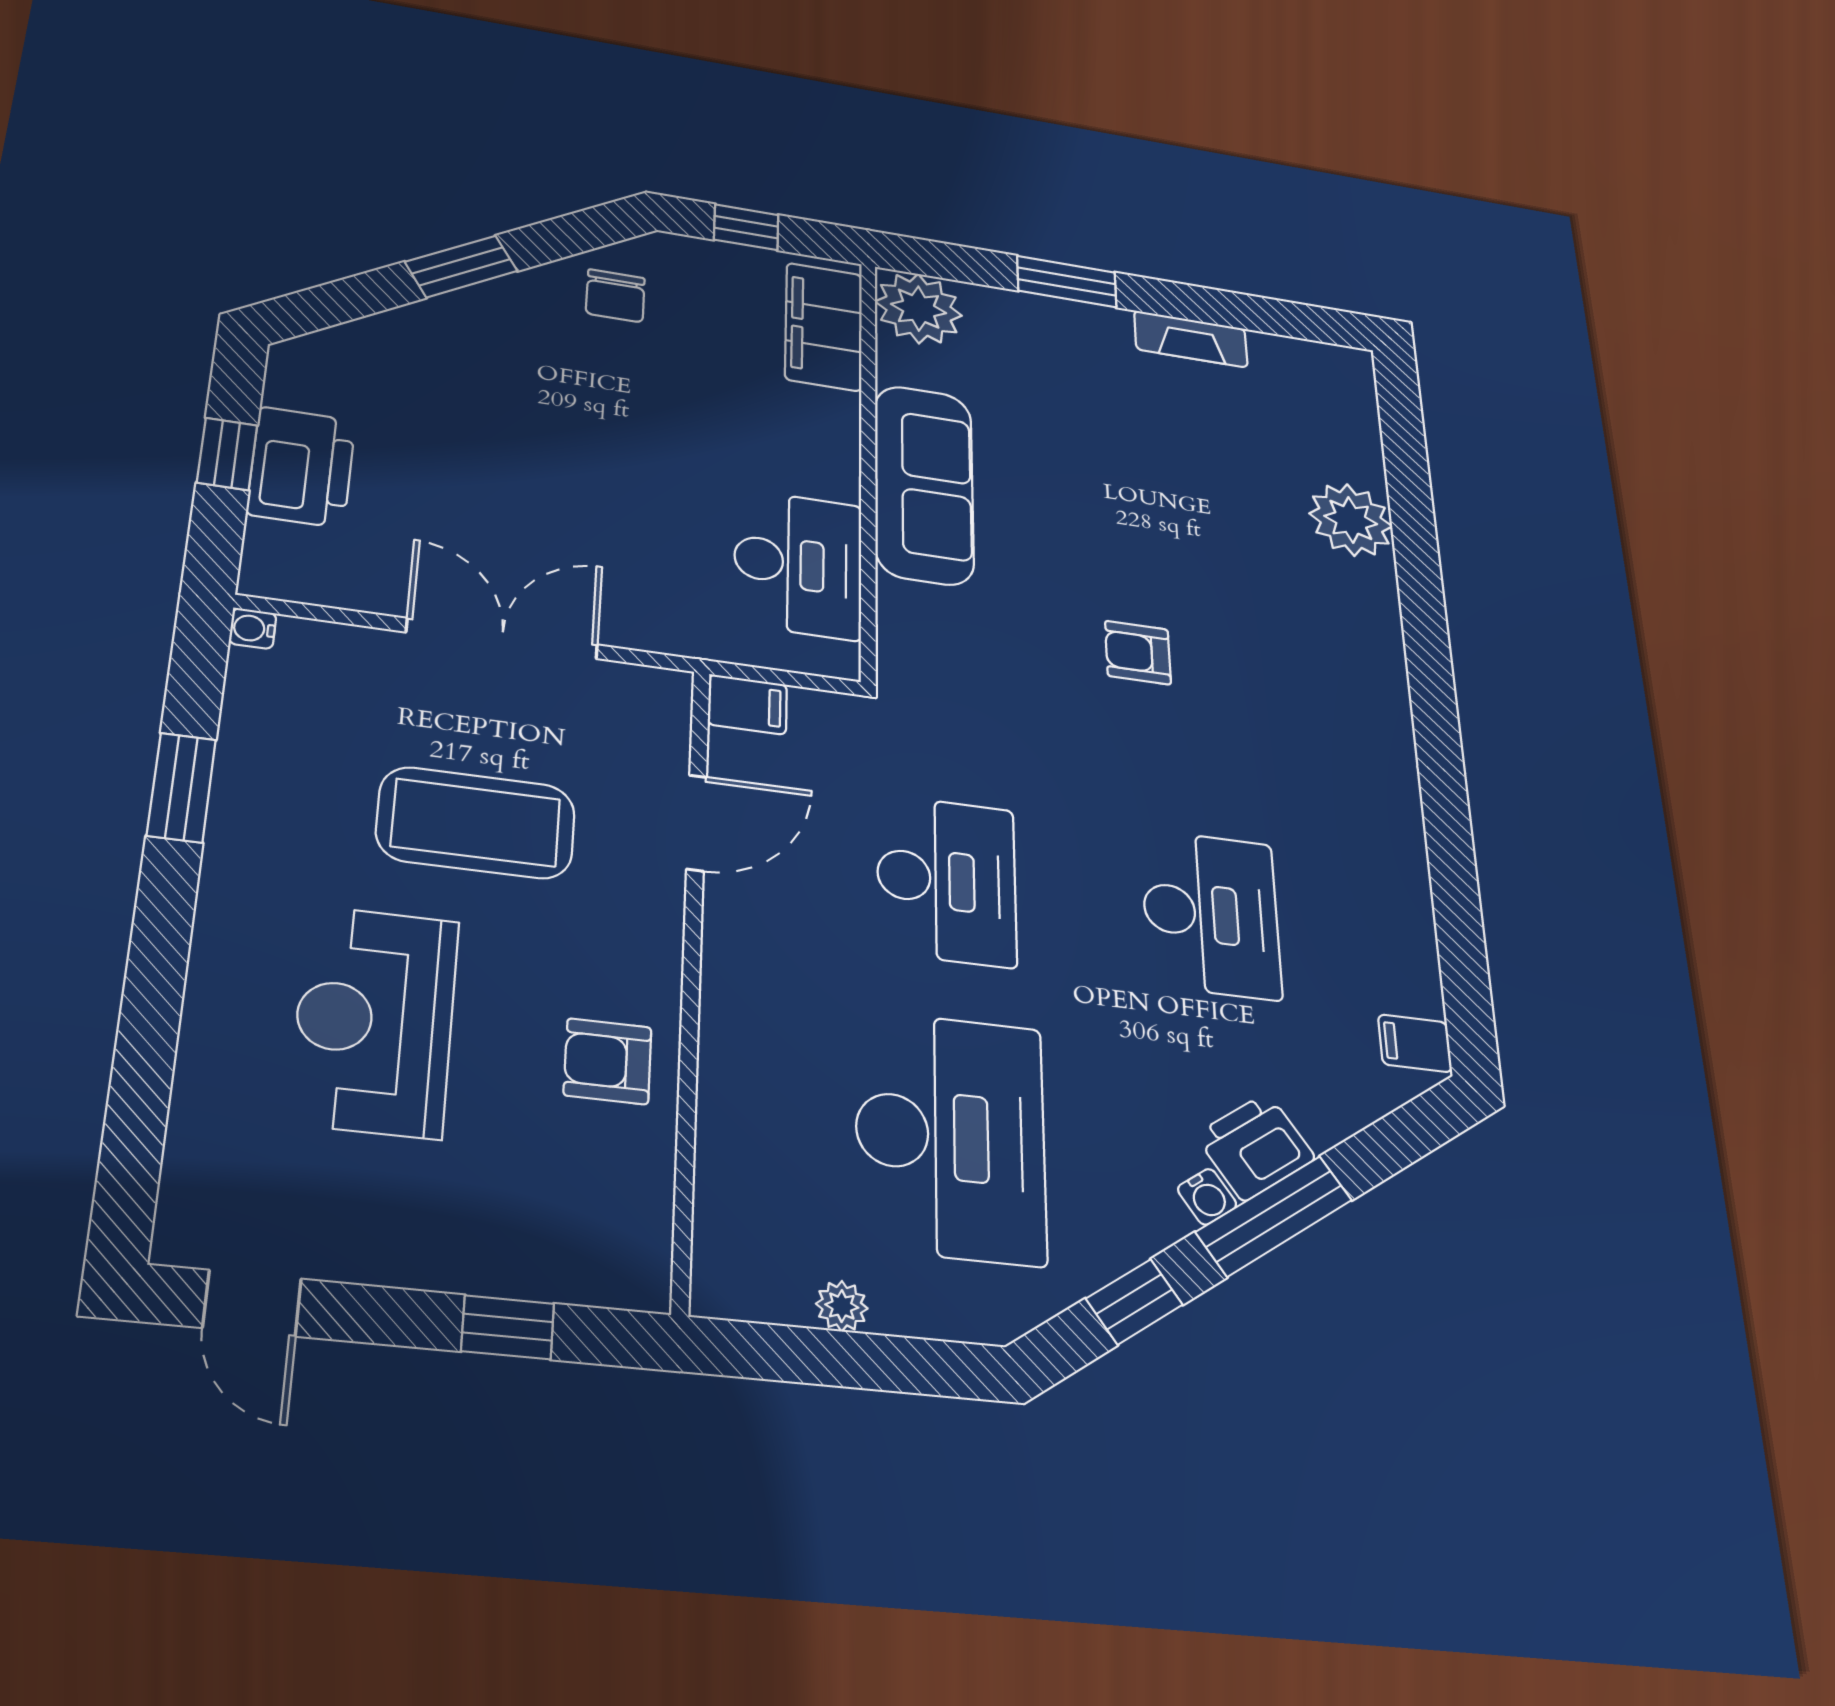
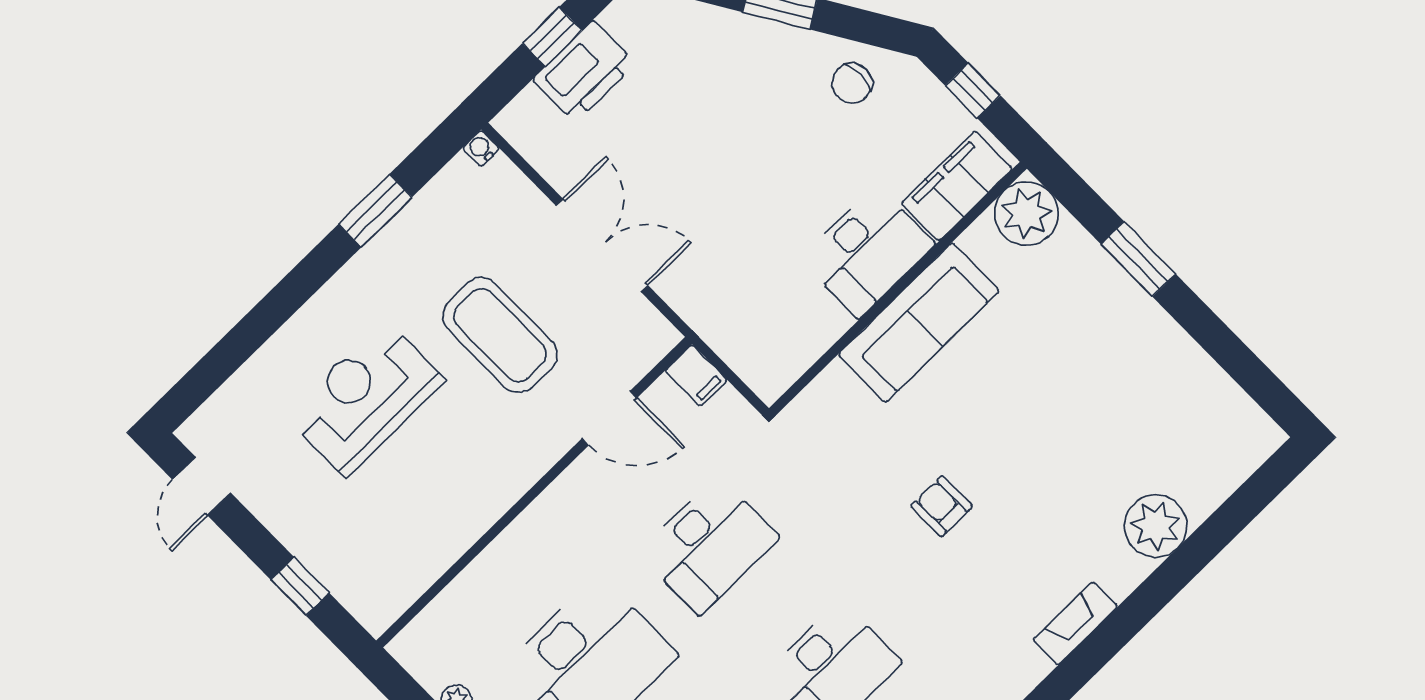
fireplace: (1191, 339) -> (1075, 623), moved, turned 90
desk: (798, 564) -> (867, 252), moved
armchair: (608, 1061) -> (455, 502), removed

